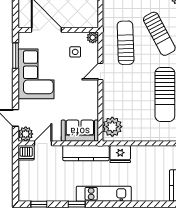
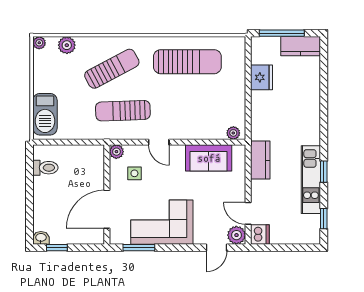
plant: (112, 127) -> (233, 133), width x0.53, depth x0.53
sofa: (80, 131) -> (209, 158), moved, turned -90
kitchen counter: (86, 153) -> (260, 160), width x0.67
fridge: (120, 154) -> (261, 77), moved
kitchen unit: (104, 194) -> (311, 180), moved

